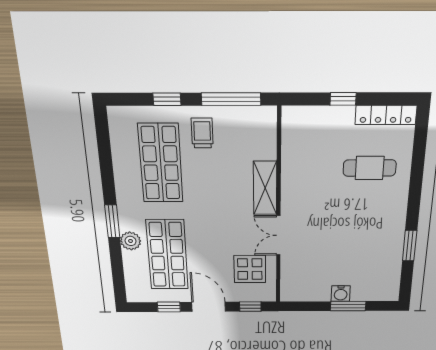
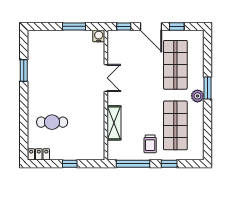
locker: (386, 115) -> (39, 154), width x0.66
shelving: (265, 188) -> (114, 123), moved
plant: (131, 241) -> (197, 96), moved
display table: (250, 269) -> (124, 54), removed
water cooler: (341, 293) -> (99, 36), moved
window: (348, 306) -> (74, 26), moved

